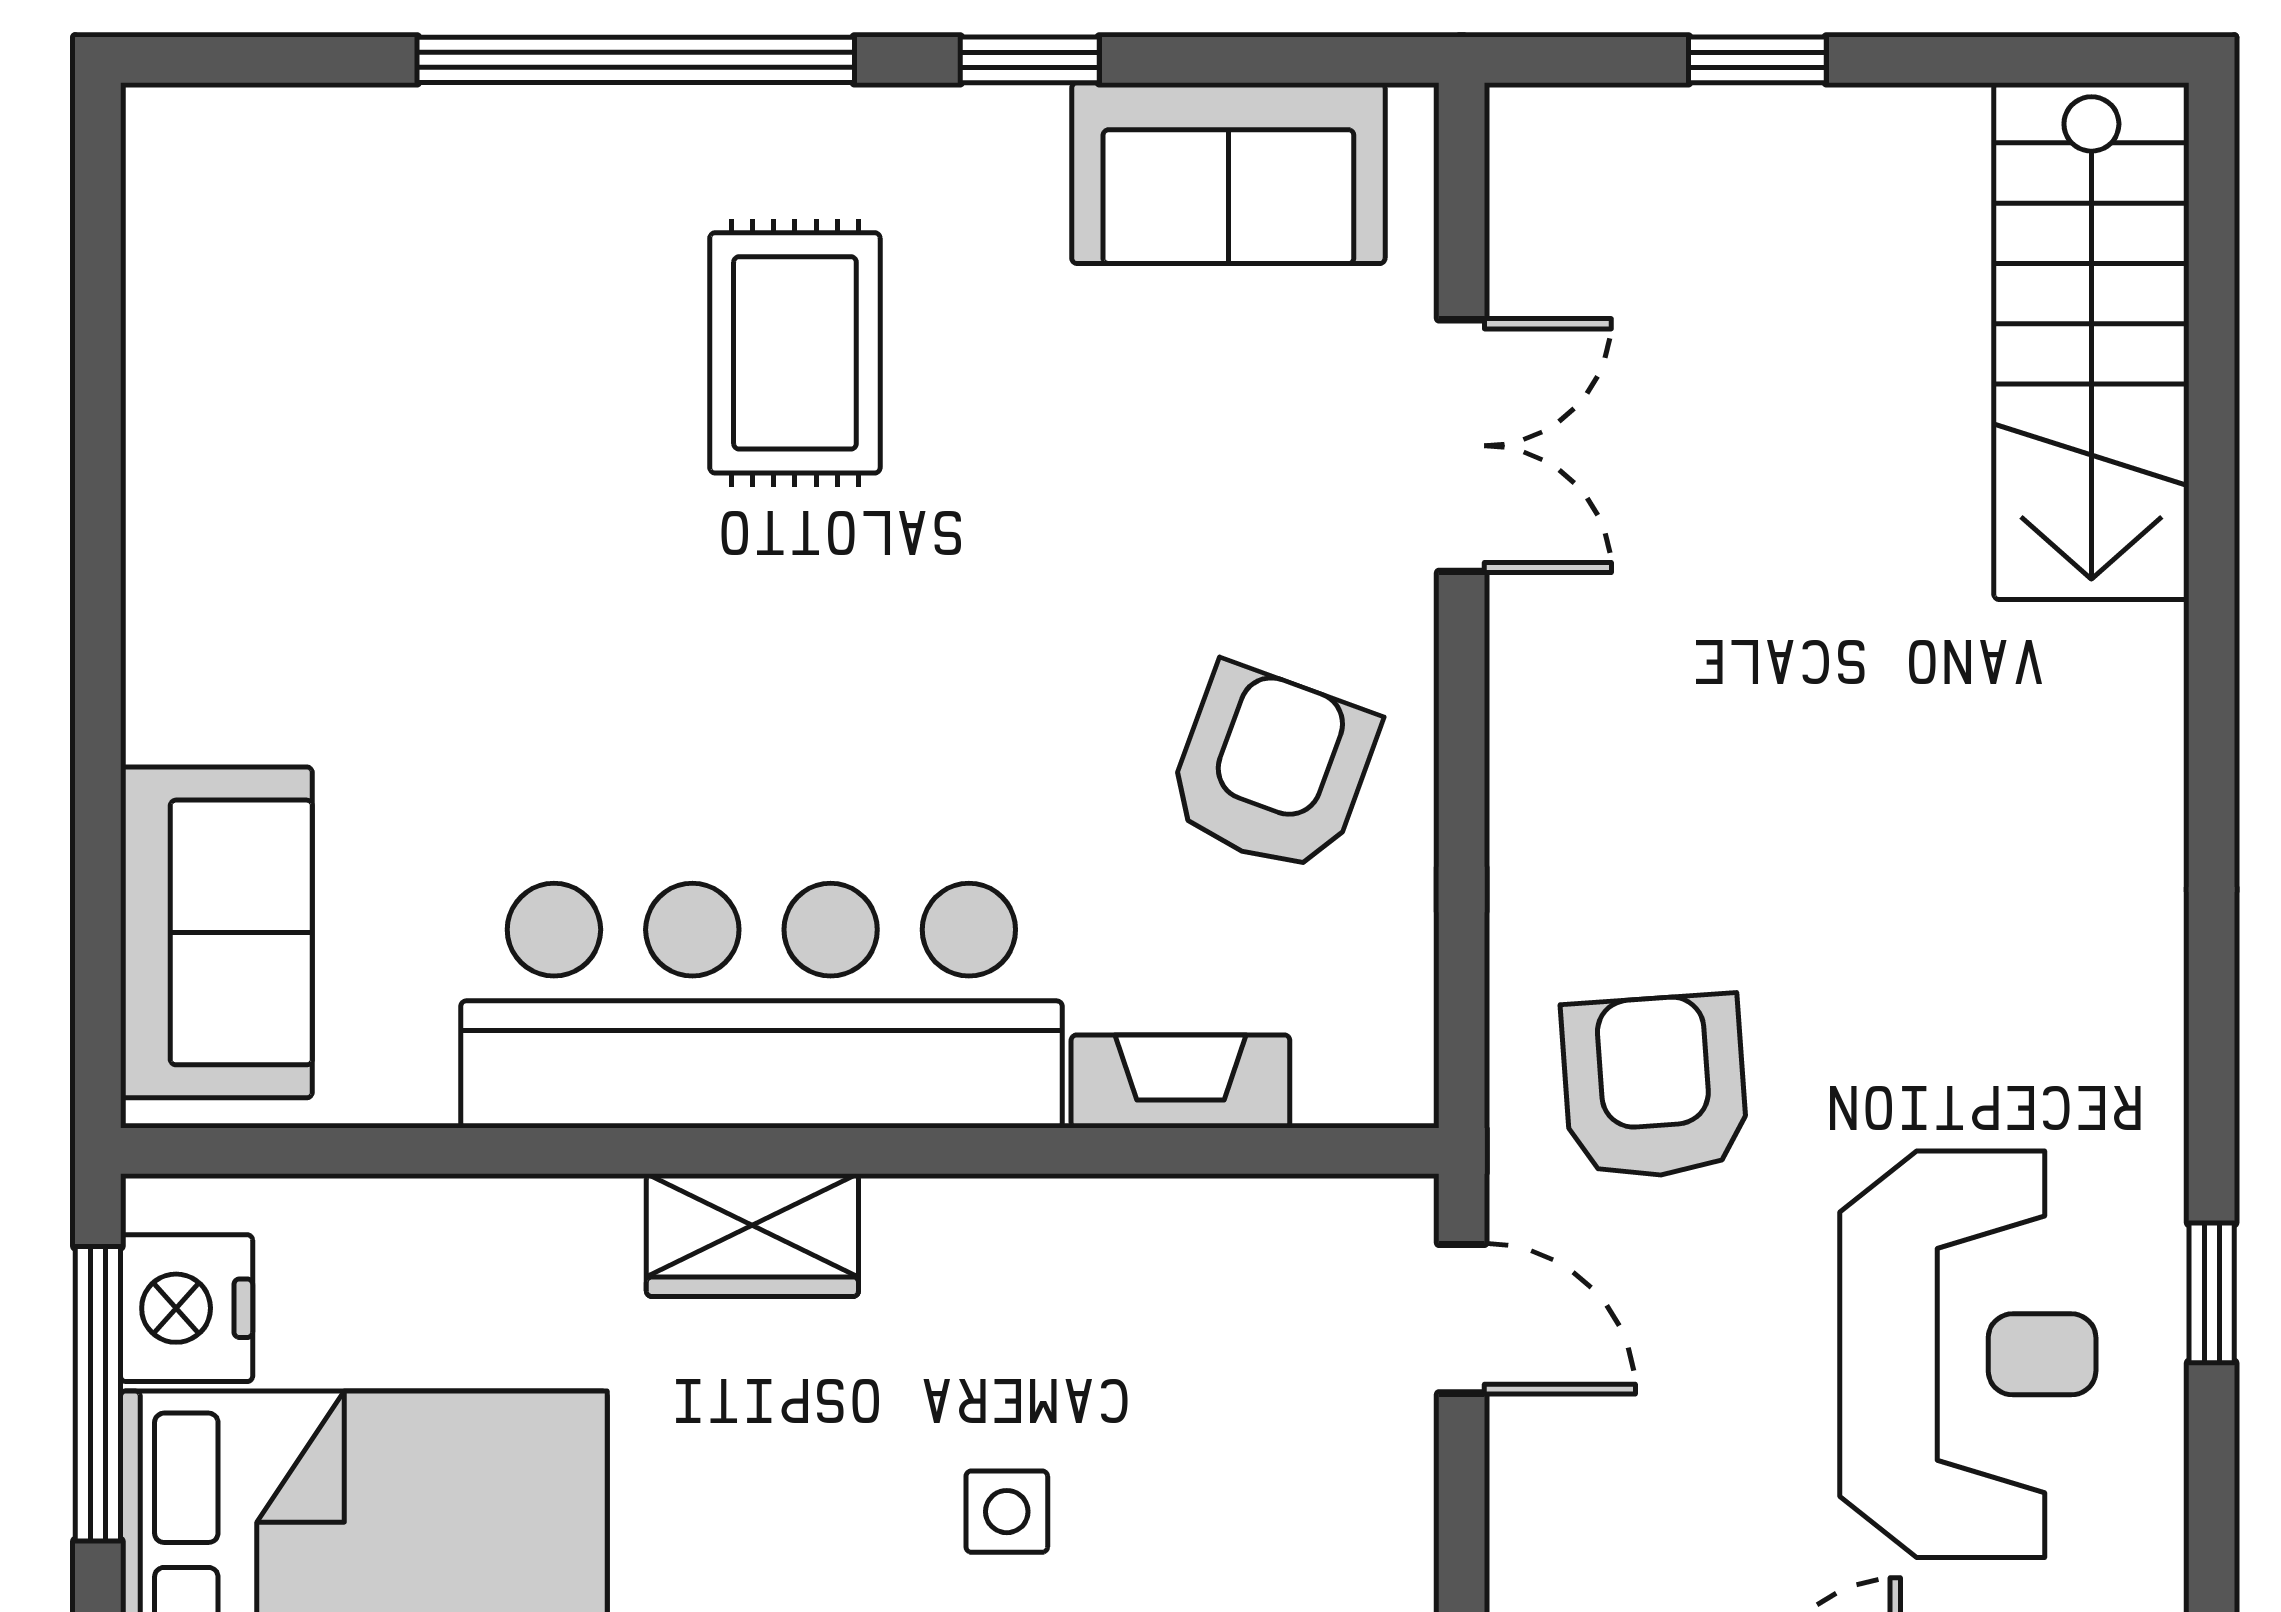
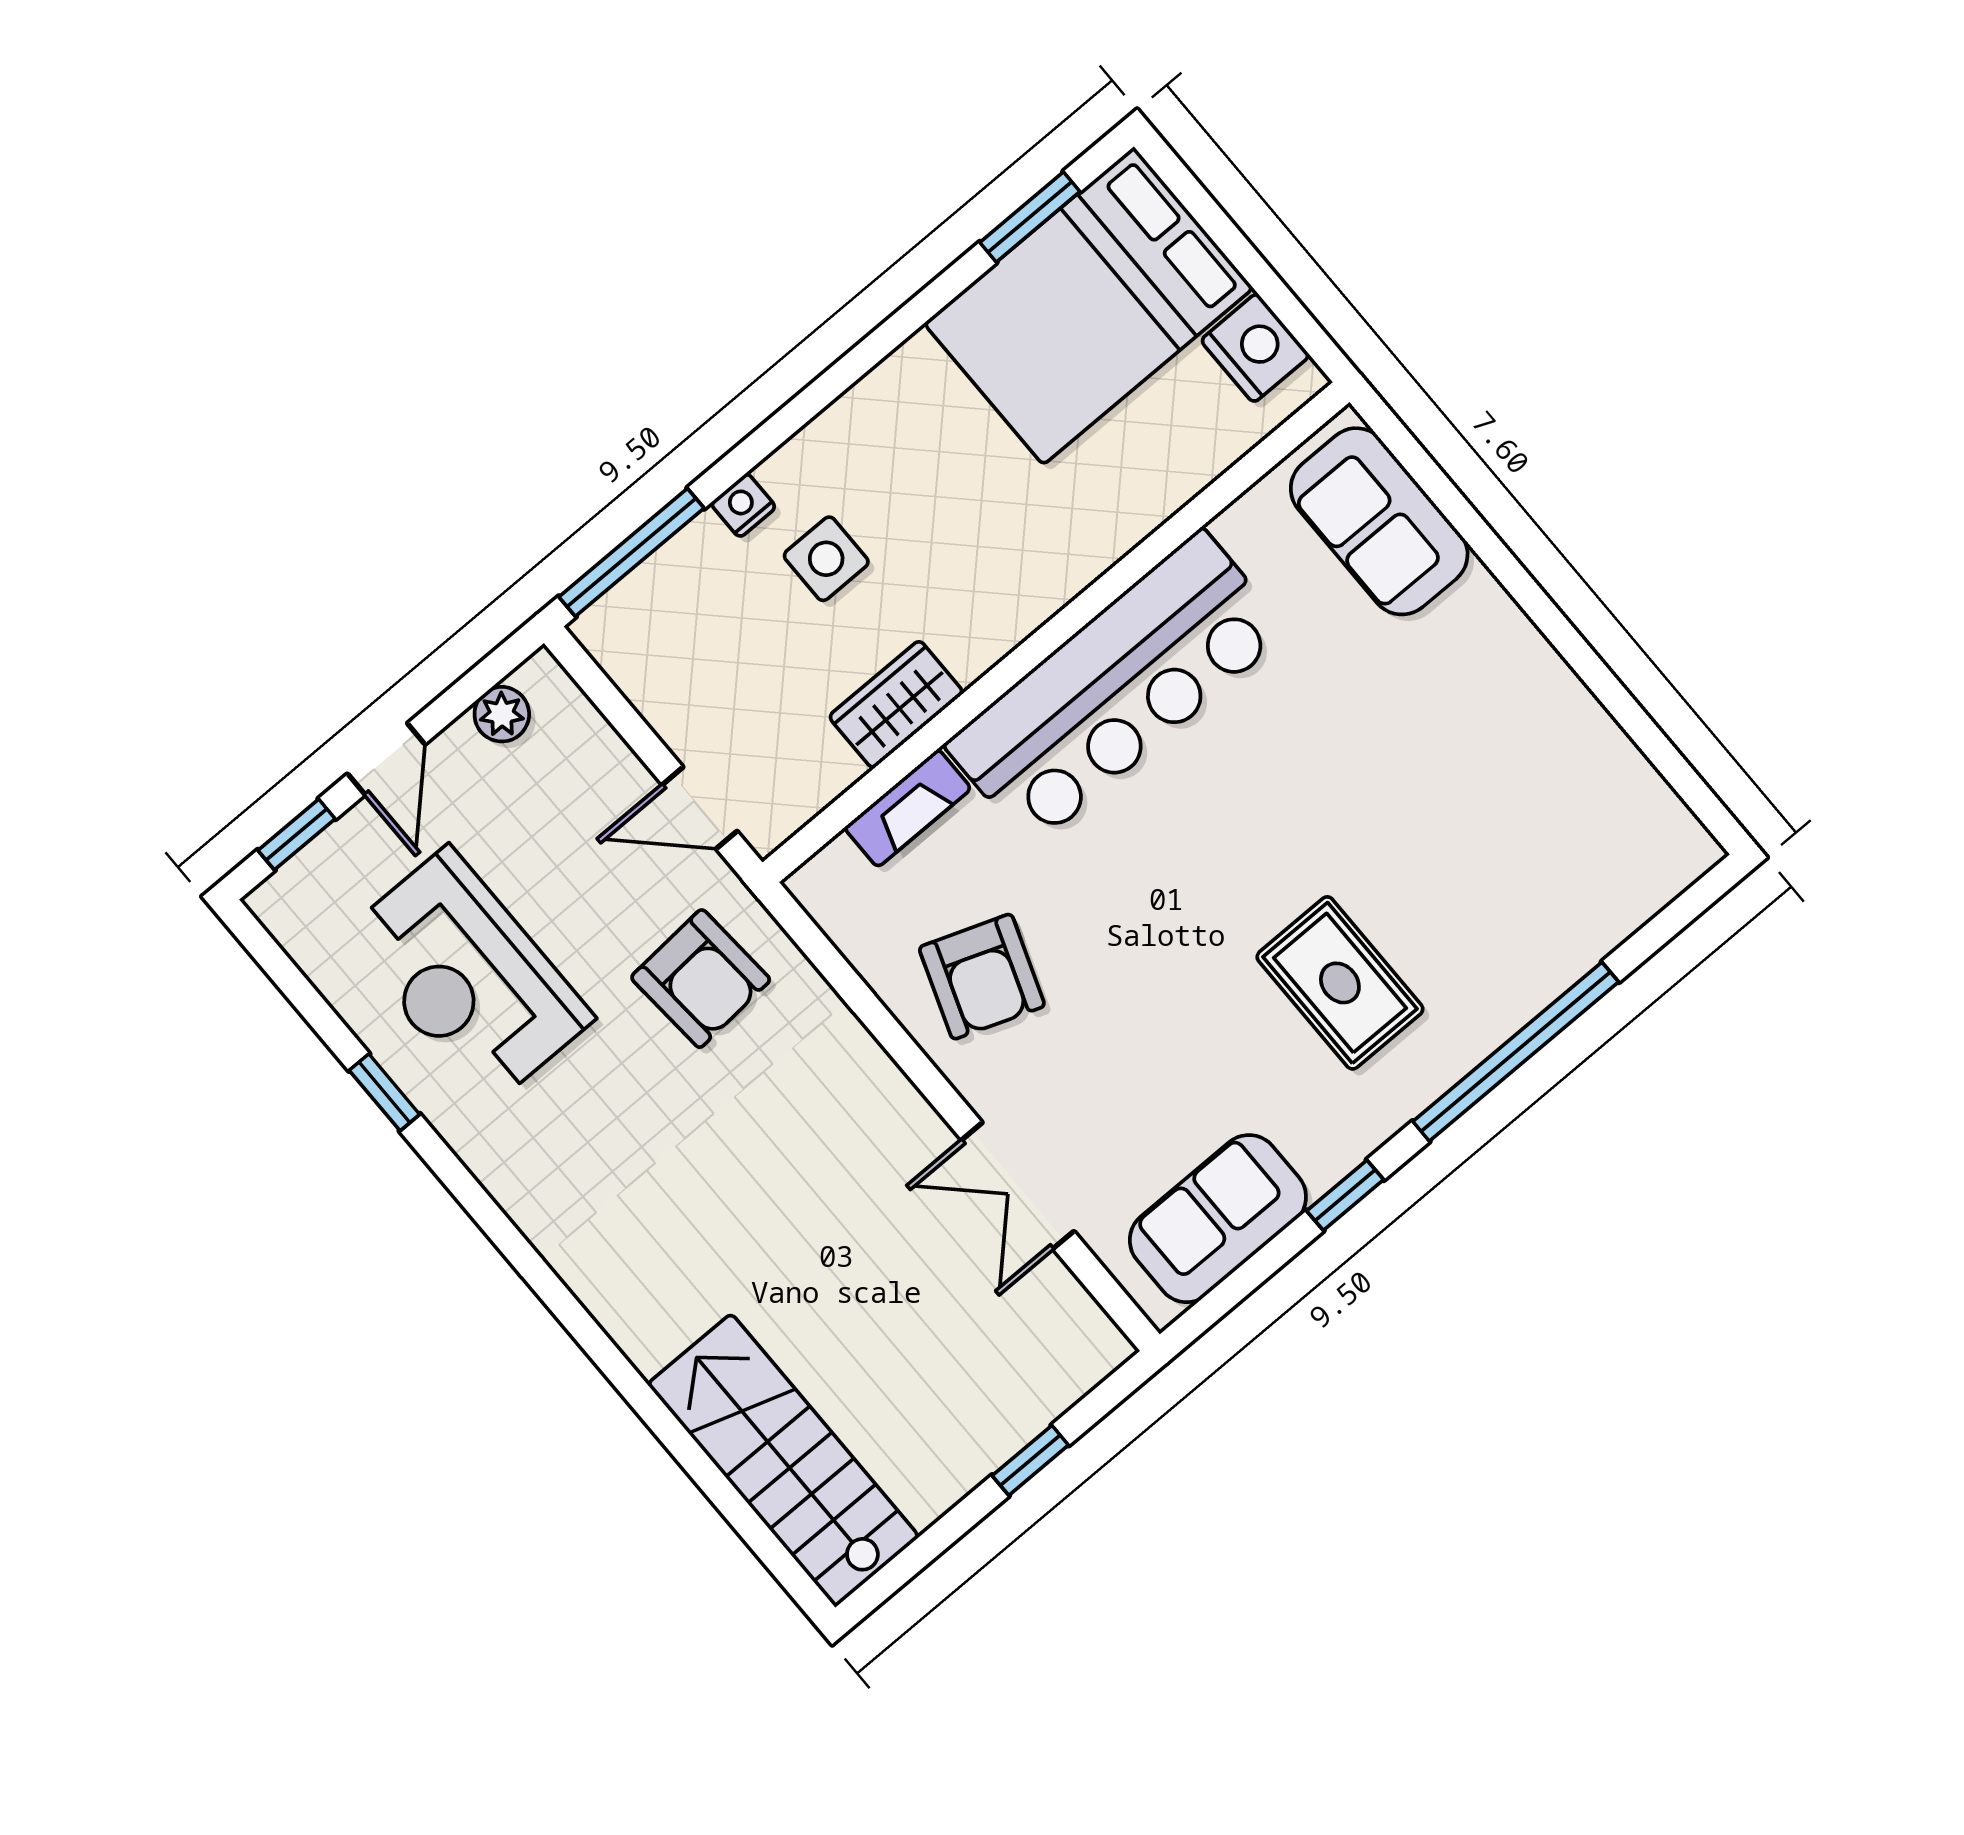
wardrobe: (752, 1235) -> (896, 704), moved
window: (98, 1394) -> (1262, 279), removed
side table: (1007, 1512) -> (826, 559), width x1.37, depth x1.37

